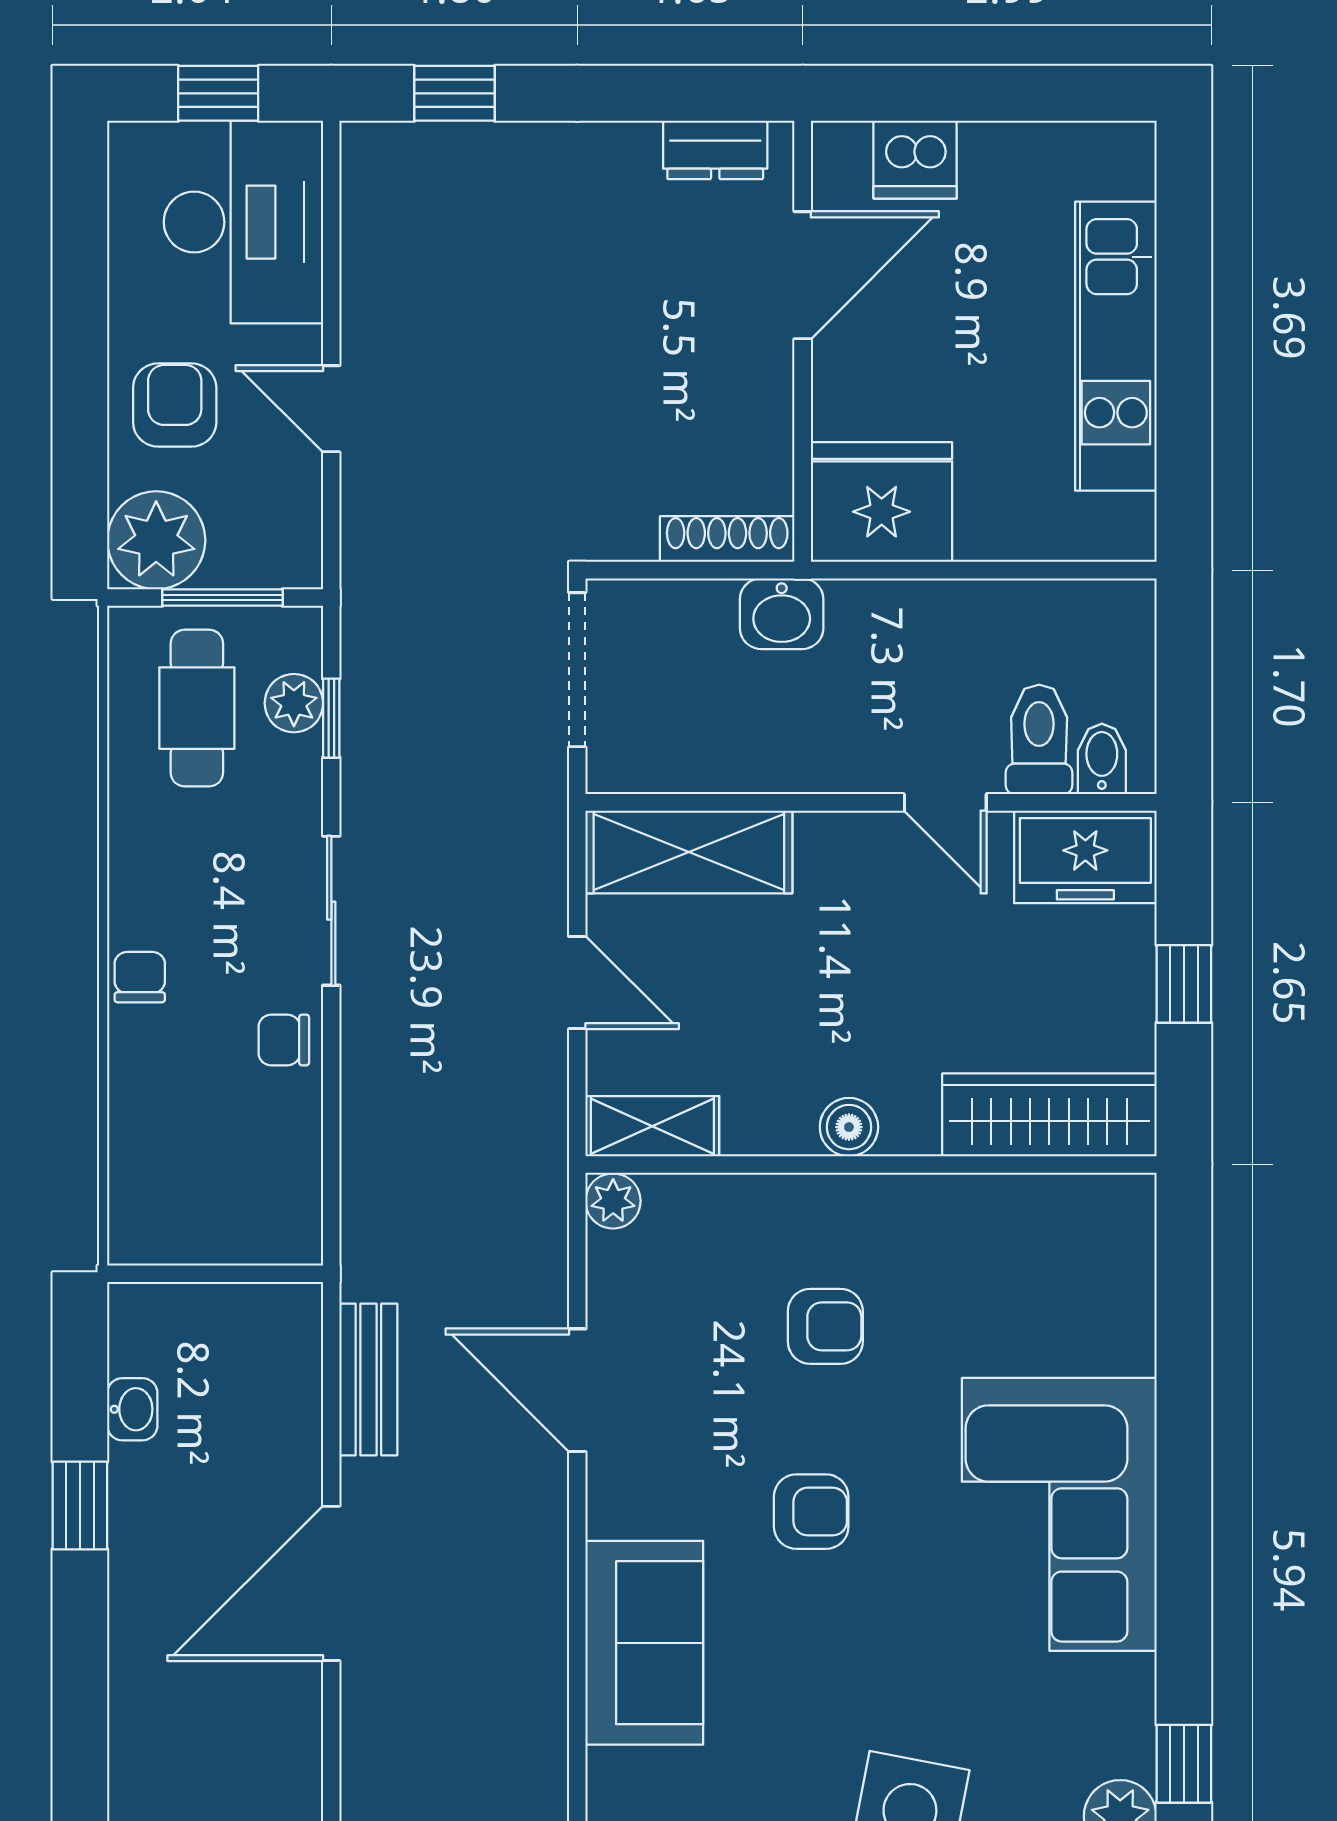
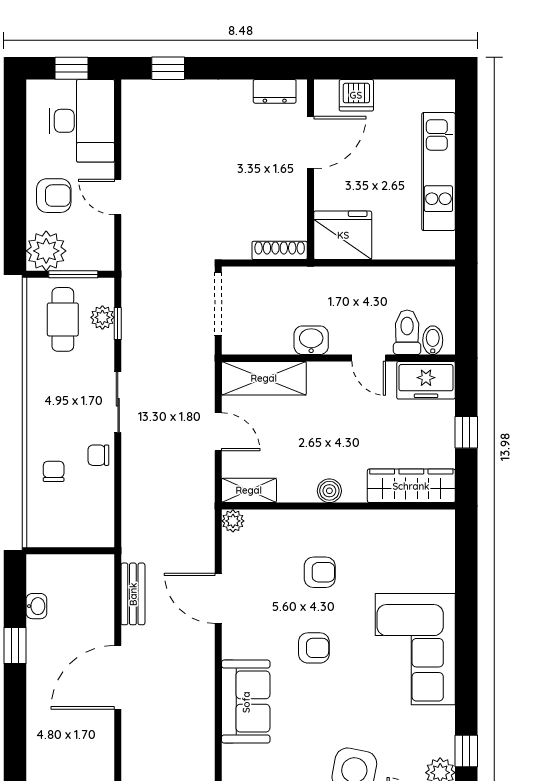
armchair: (175, 405) -> (54, 196), turned 90
washbasin: (782, 614) -> (311, 340), moved, turned 180
chair: (140, 977) -> (54, 471), moved

